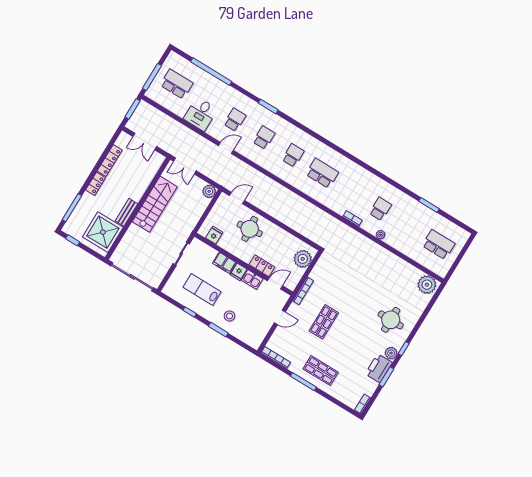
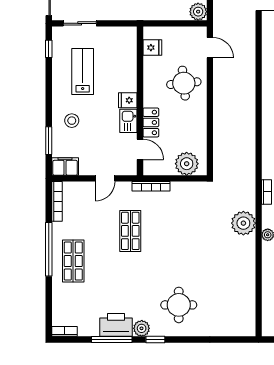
sliding door: (181, 254) -> (80, 23), moved
filing cabinet: (224, 263) -> (65, 167), moved, turned 90
plant: (427, 285) -> (243, 223), moved
window: (190, 312) -> (49, 49), moved
door: (280, 317) -> (105, 178), hinge flipped
shop shelf: (324, 322) -> (130, 231), turned 90
window: (218, 330) -> (49, 141), moved
window: (386, 377) -> (112, 340), width x1.44
window: (303, 382) -> (49, 249), width x1.46

